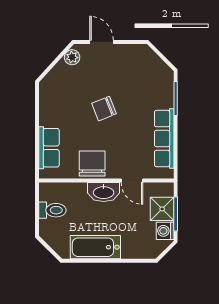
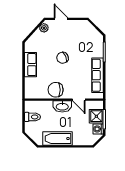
row of seats: (49, 148) -> (30, 65), moved
chair: (92, 164) -> (56, 90), turned -90

